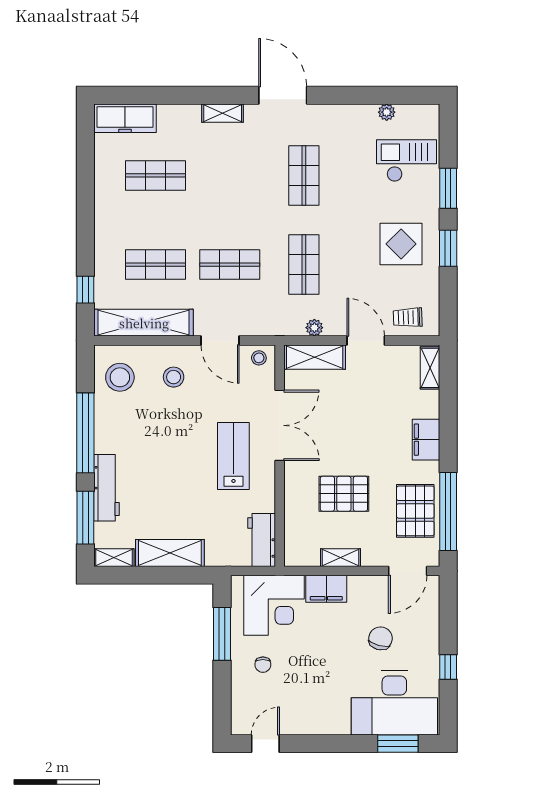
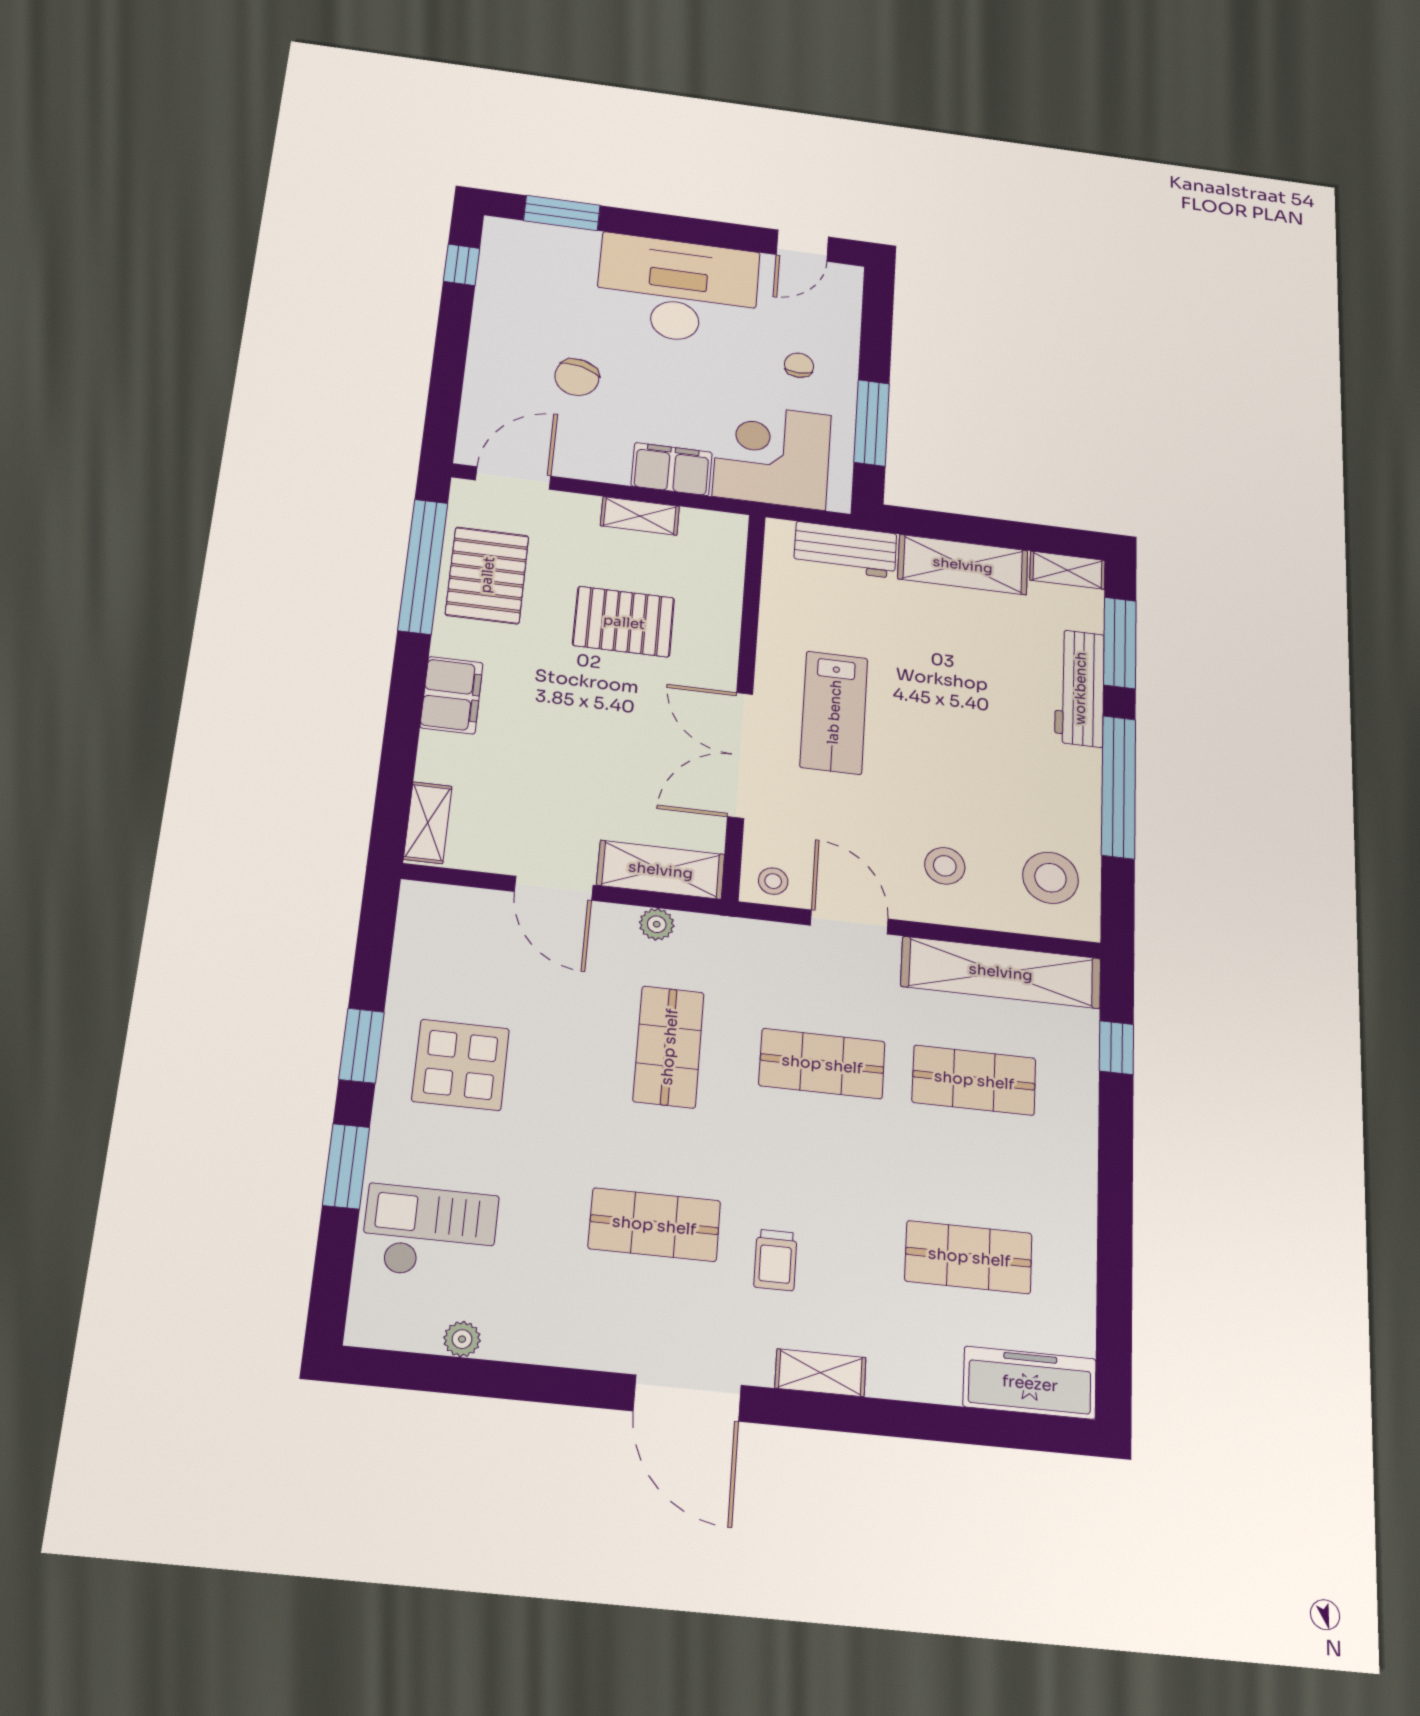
checkout: (407, 161) -> (430, 1232), turned 180
shop shelf: (304, 175) -> (654, 1225), turned 90
trolley: (408, 317) -> (775, 1260), moved, turned 92
workbench: (262, 540) -> (845, 550), moved, turned 90
window: (448, 667) -> (462, 265), moved
desk: (394, 703) -> (677, 290), moved

